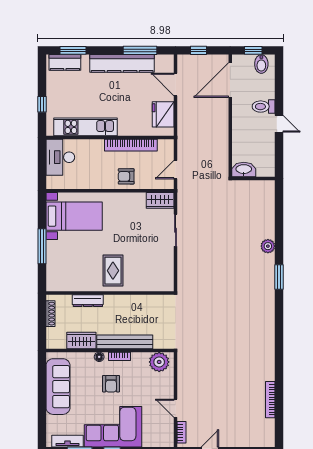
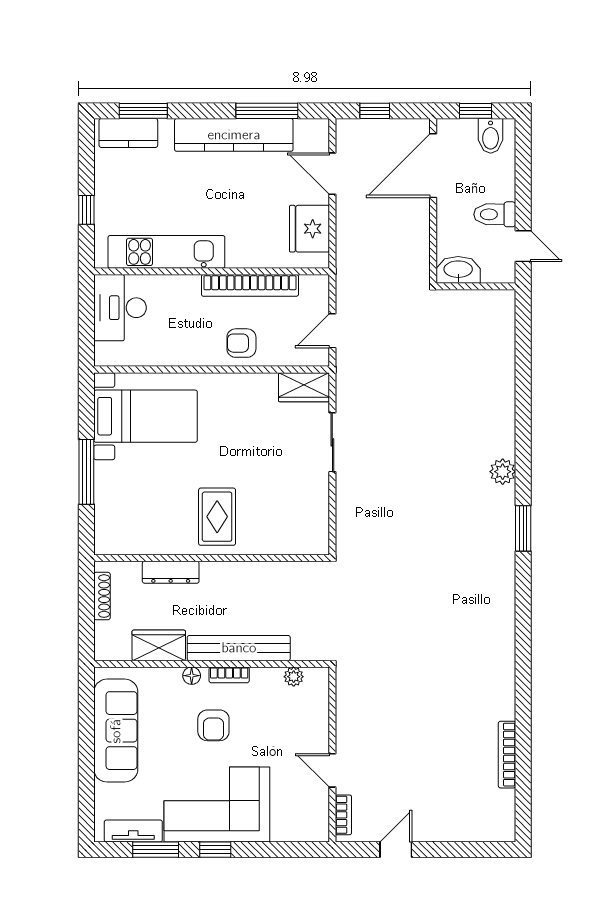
washbasin: (244, 169) -> (458, 270), moved
wall: (253, 178) -> (476, 286), moved
plant: (159, 362) -> (294, 677), width x0.53, depth x0.53

